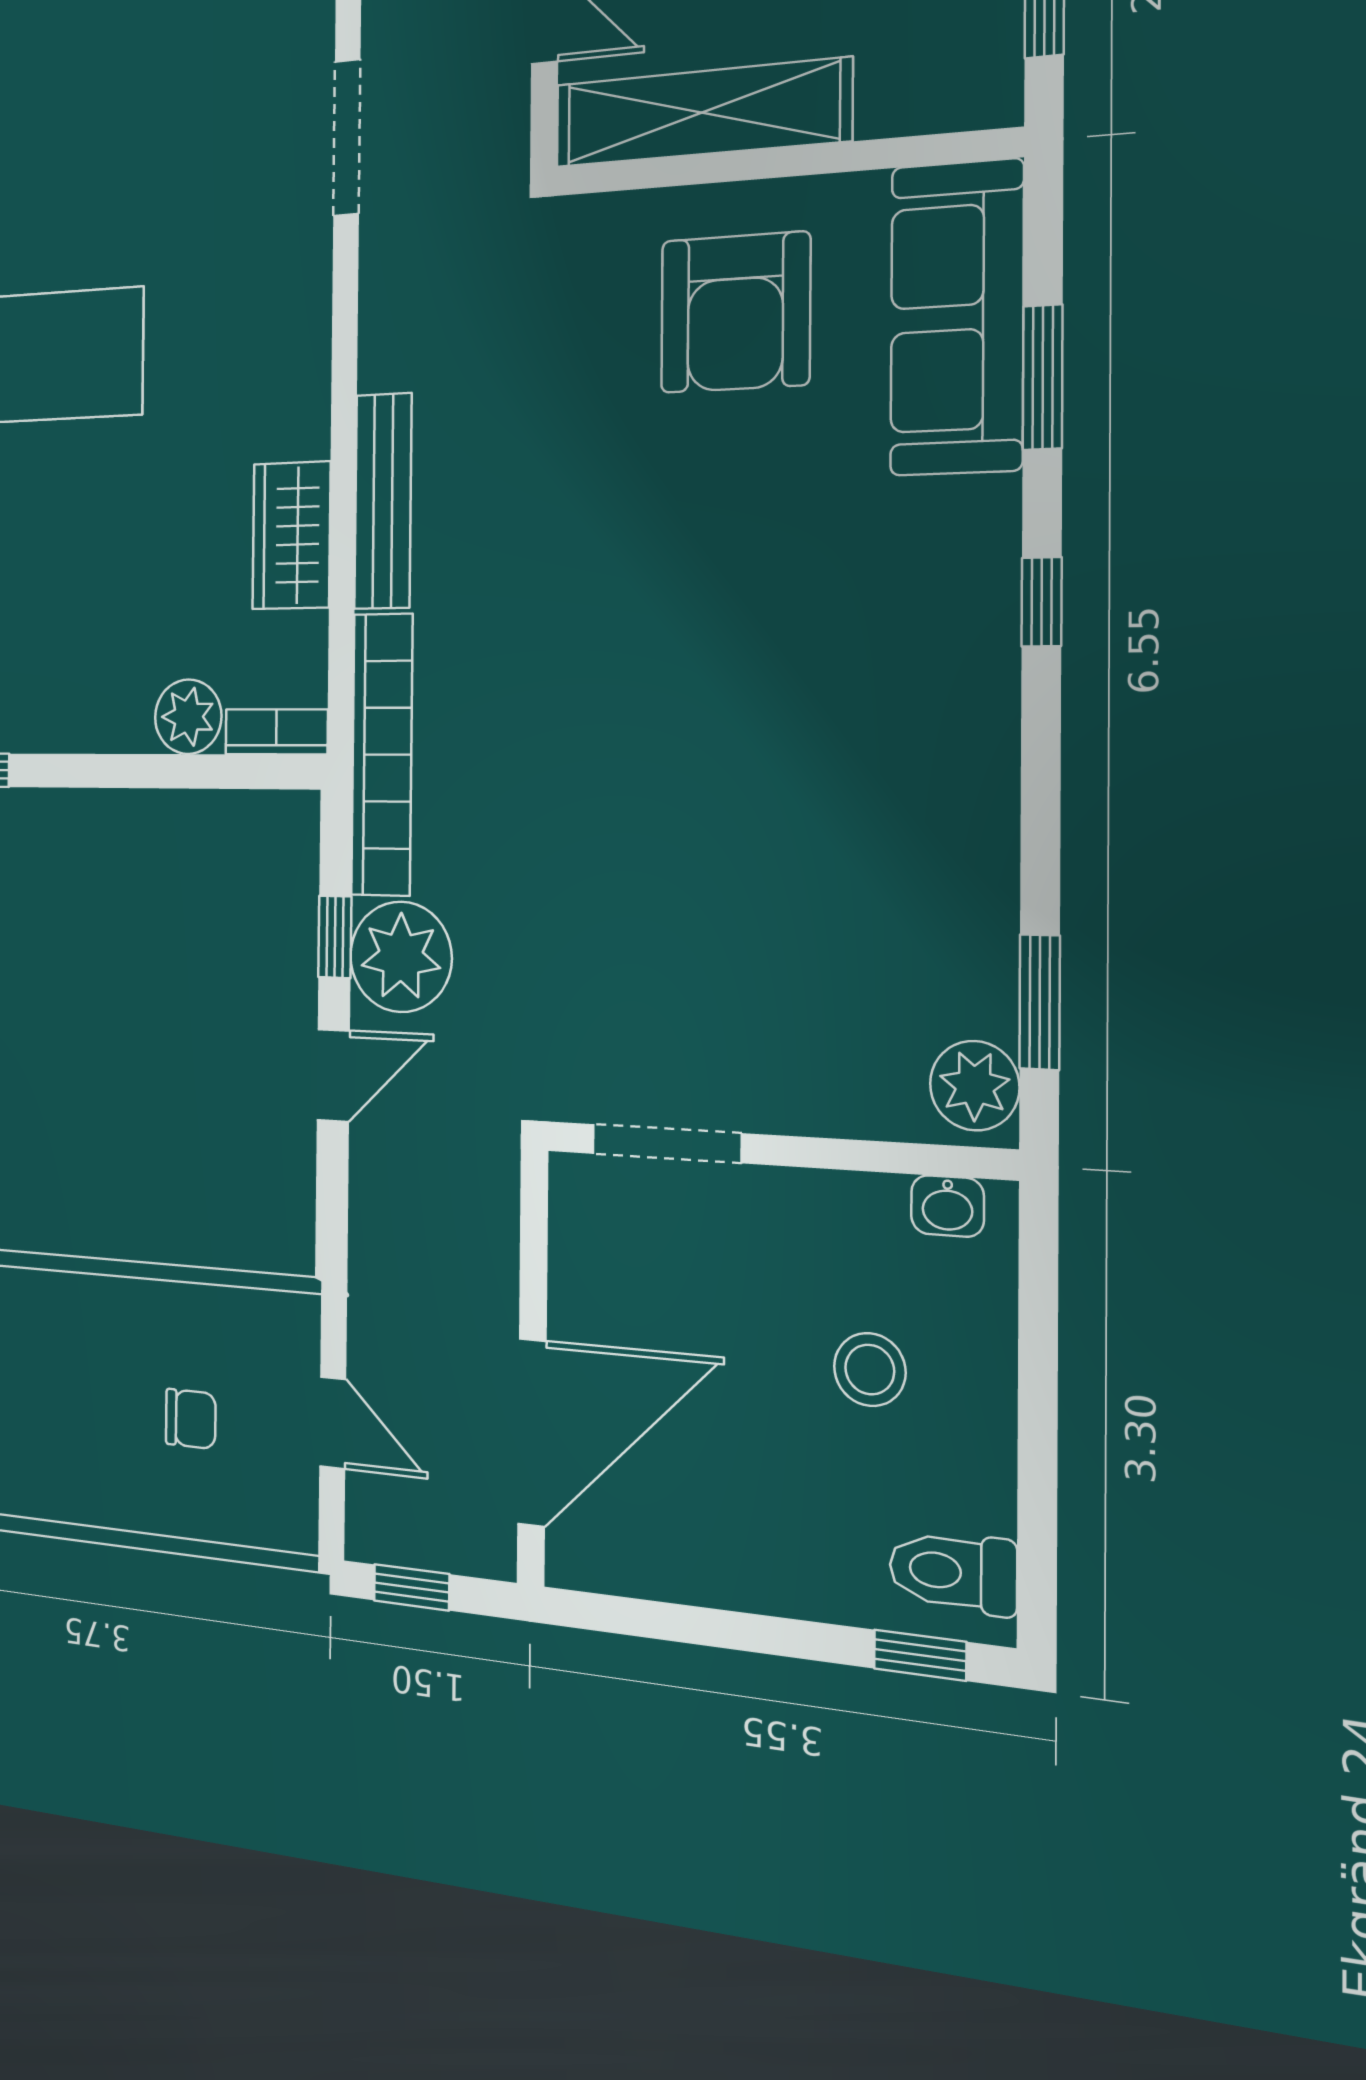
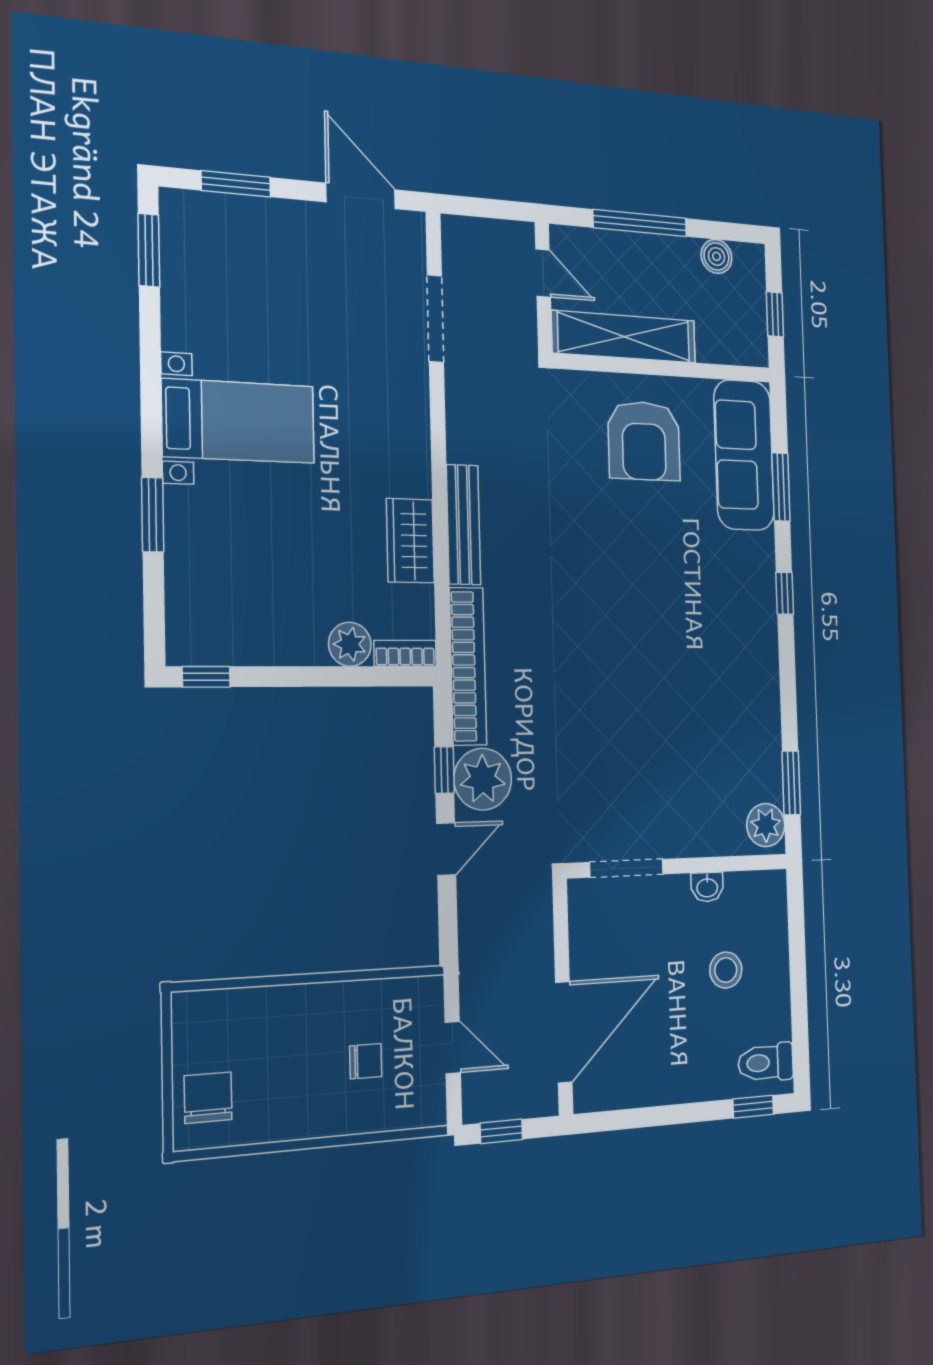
washbasin: (947, 1206) -> (707, 887), moved

